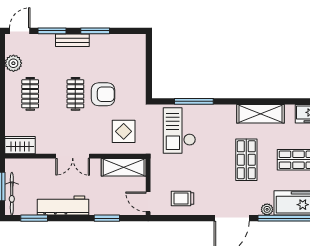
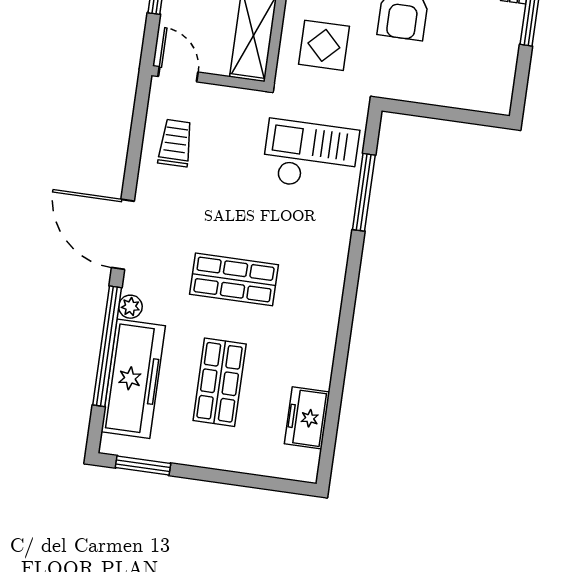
shelving: (261, 114) -> (321, 320), removed
door: (148, 202) -> (178, 74), hinge flipped

